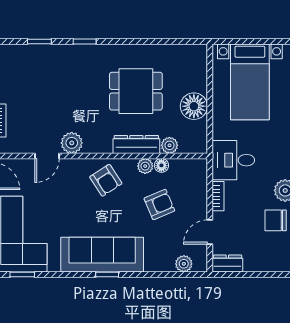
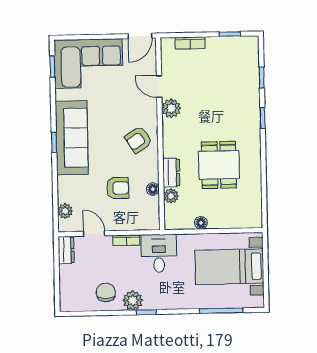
floor lamp: (194, 106) -> (201, 223), width x0.53, depth x0.53
dresser: (136, 145) -> (171, 173), width x0.70
plant: (145, 166) -> (152, 175), removed
armchair: (159, 205) -> (118, 188), turned -67

